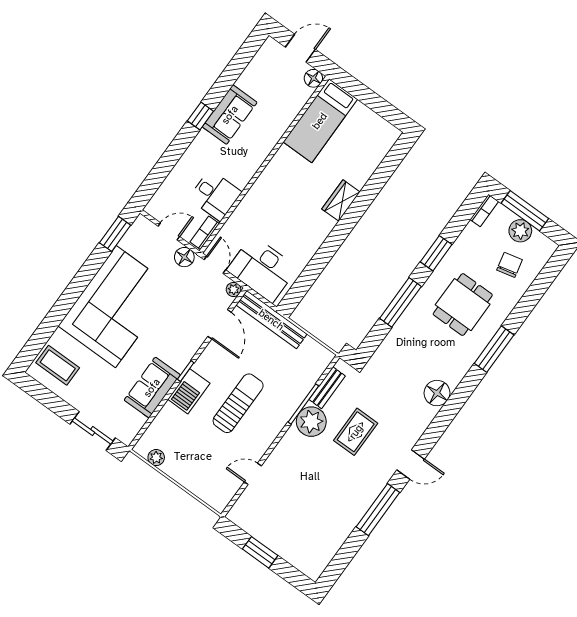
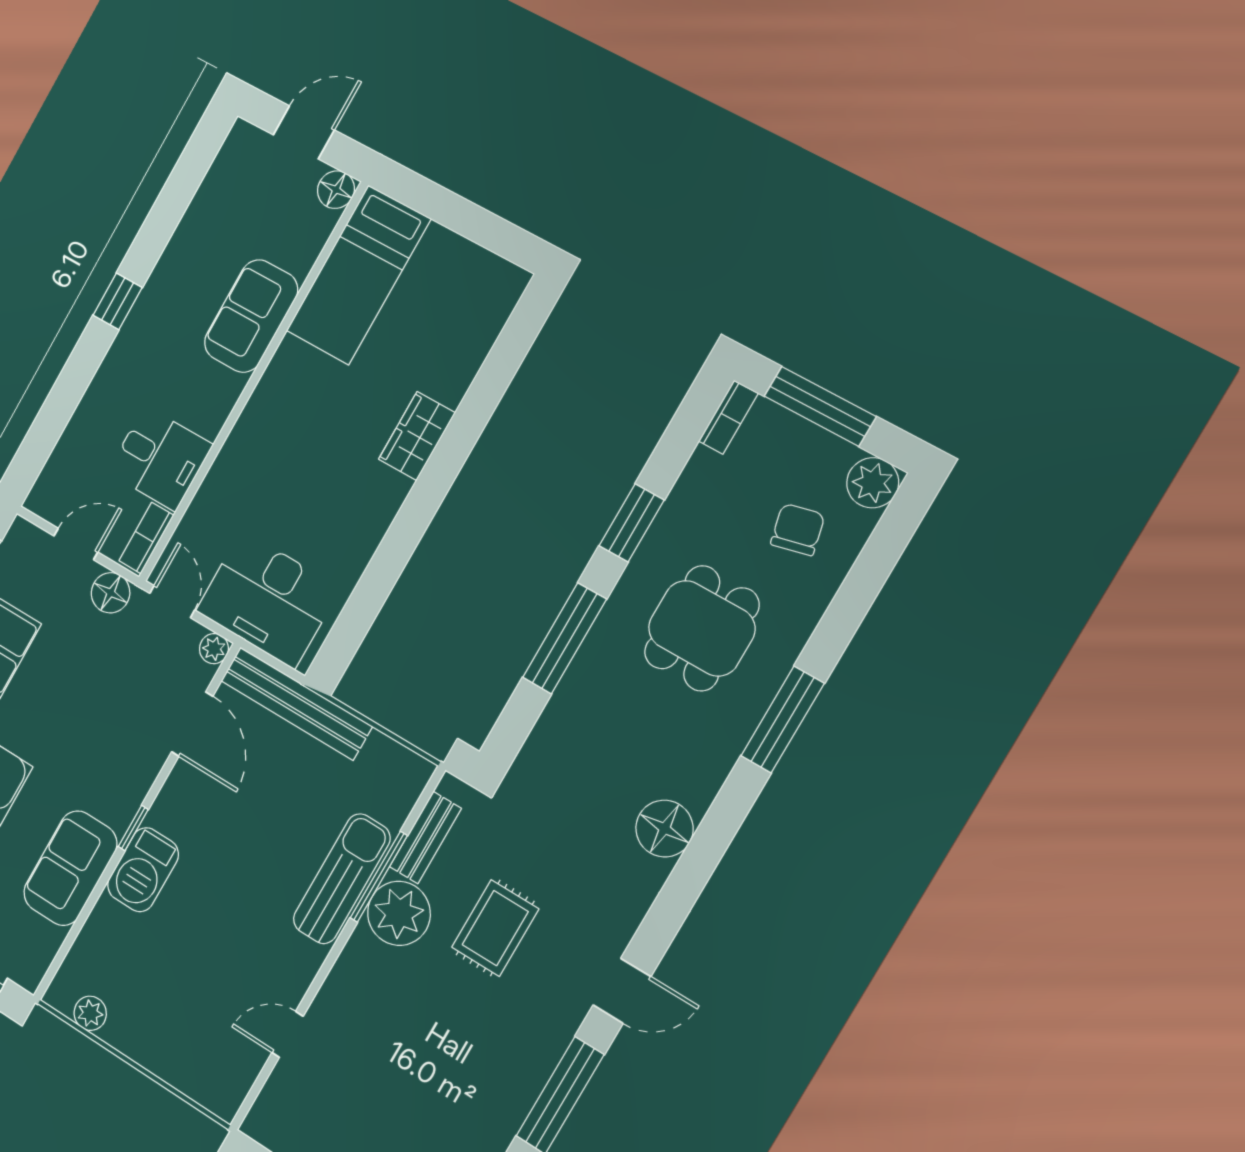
sofa: (230, 115) -> (251, 316), moved, turned 180
plant: (520, 231) -> (873, 483), moved
sun lounger: (238, 403) -> (342, 879), moved

